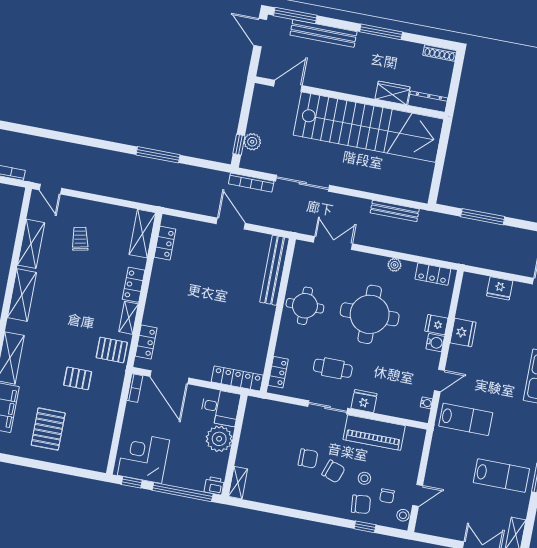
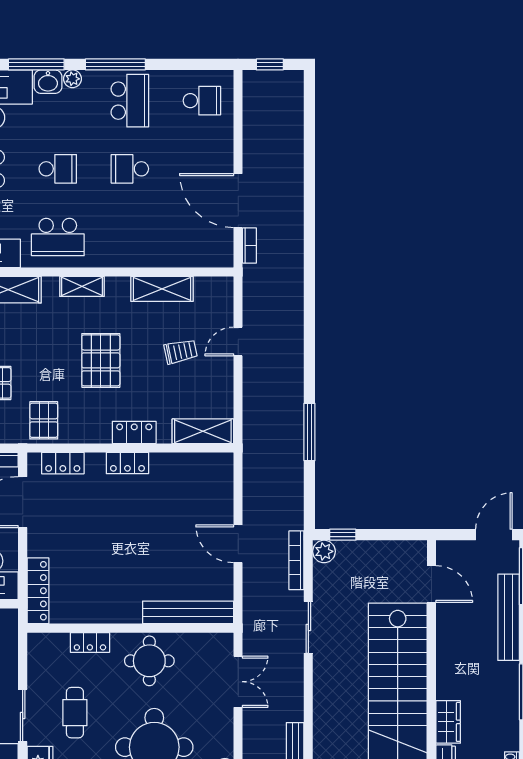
plant: (252, 142) -> (324, 551), moved
sliding door: (303, 183) -> (308, 627), width x0.73
door: (50, 189) -> (238, 341), moved
door: (231, 224) -> (238, 544), swing flipped
locker: (165, 243) -> (127, 463), moved
shelving: (22, 295) -> (82, 286), width x0.67, depth x0.75
pallet: (75, 299) -> (101, 360), added
shelving: (129, 318) -> (90, 434), removed
locker: (278, 372) -> (90, 642), moved

